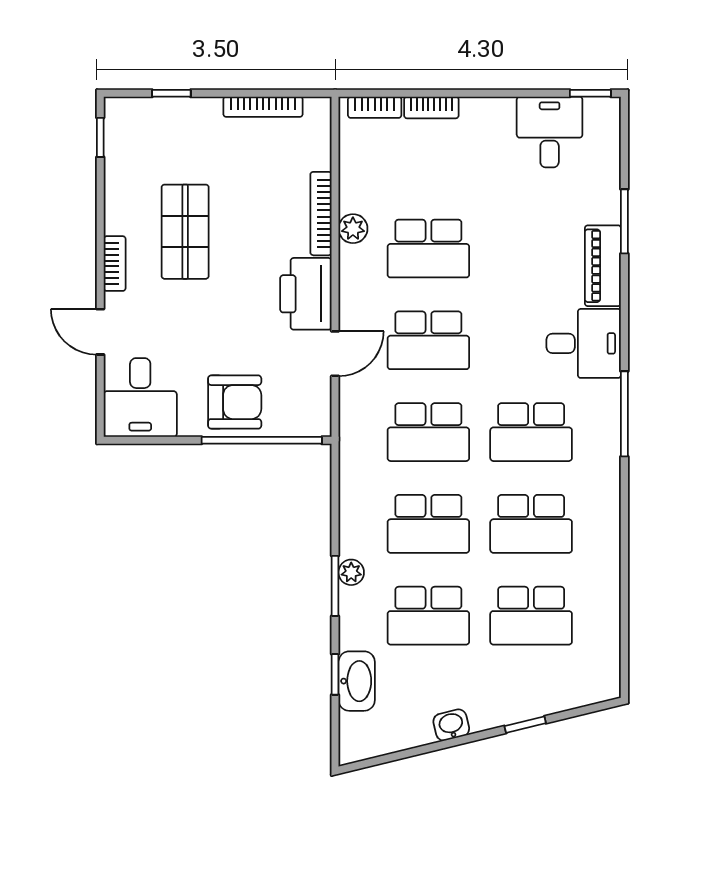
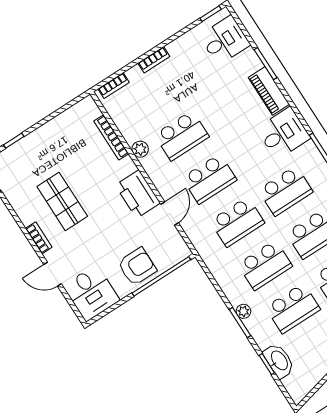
bookcase: (263, 107) -> (61, 119), removed
bookcase: (431, 107) -> (154, 60), moved
desk: (550, 132) -> (225, 40), moved, turned 90
bookcase: (321, 214) -> (111, 137), moved

